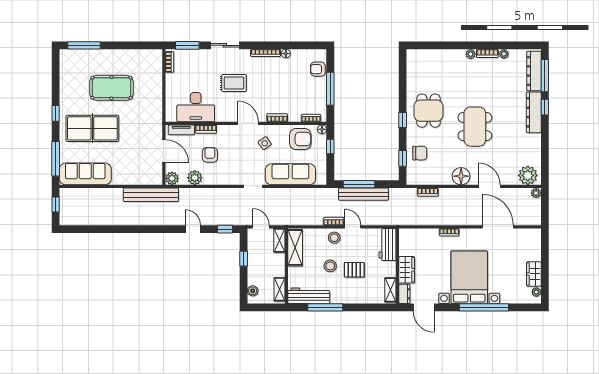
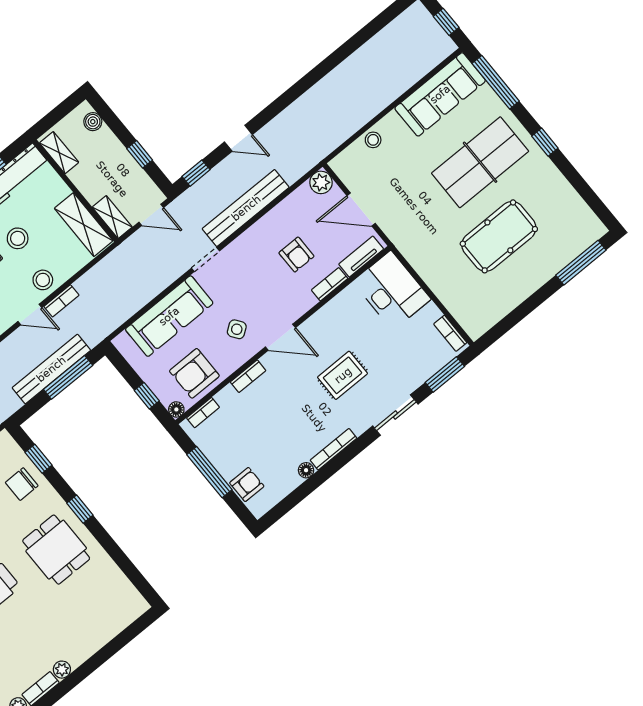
desk: (196, 107) -> (392, 290), moved, turned 90
stool: (133, 178) -> (373, 140), added
plant: (195, 178) -> (292, 208), removed
bench: (151, 195) -> (246, 208), moved

